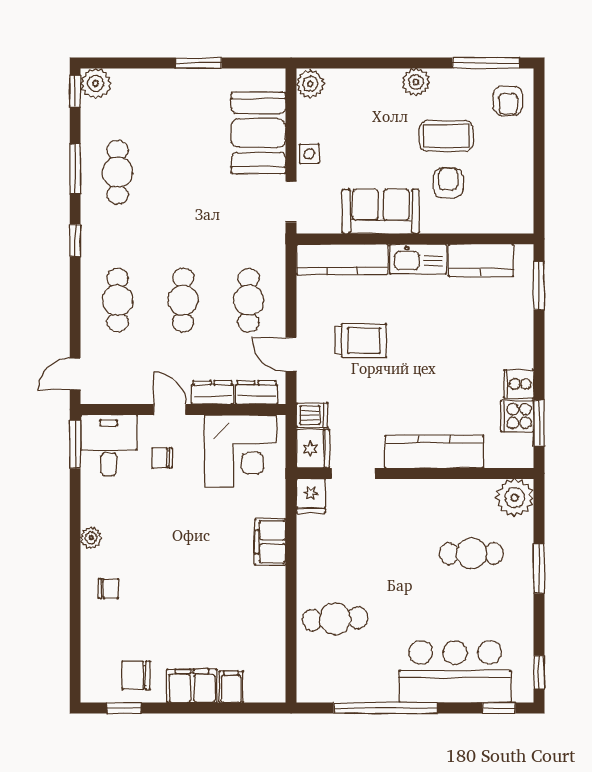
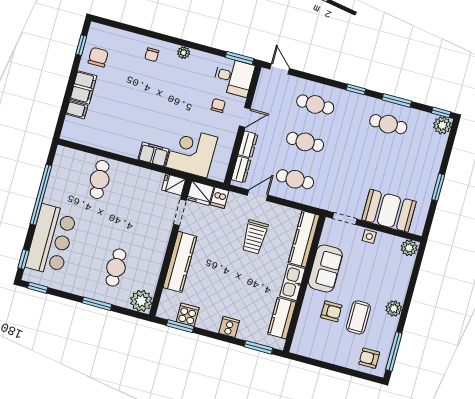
cooker: (519, 384) -> (229, 327), moved
corner desk: (240, 451) -> (192, 152), moved, turned 90

